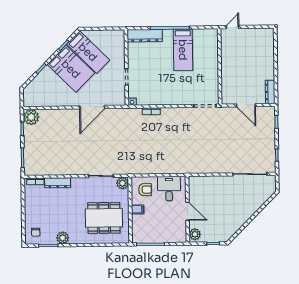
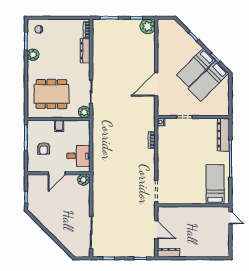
bed: (183, 50) -> (215, 184), moved, turned 90
bed: (71, 69) -> (196, 68), width x0.67
door: (246, 105) -> (156, 230), swing flipped
door: (92, 107) -> (156, 84), hinge flipped
armchair: (145, 190) -> (44, 148), moved
dining table: (104, 218) -> (51, 94), turned 90
plant: (195, 234) -> (83, 180), moved

